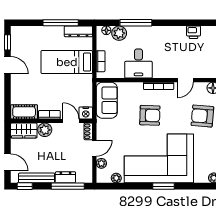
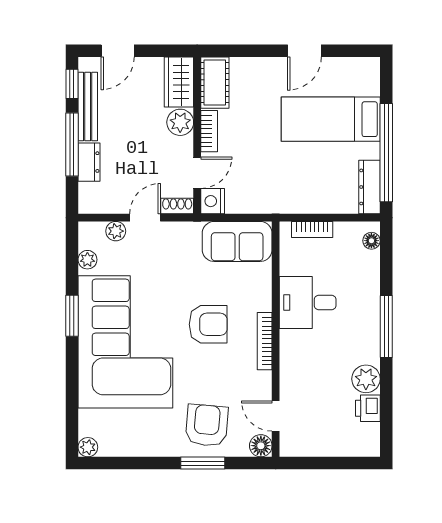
window: (61, 23) -> (386, 153), width x1.46
window: (136, 23) -> (386, 326), moved
plant: (119, 33) -> (366, 379), moved
window: (8, 42) -> (348, 51), removed
bed: (67, 62) -> (331, 119), moved, turned -90
door: (185, 80) -> (276, 416), moved
armchair: (150, 115) -> (208, 324), turned -92
door: (94, 148) -> (145, 218), swing flipped
window: (68, 186) -> (72, 144), moved
window: (163, 186) -> (72, 316), moved

